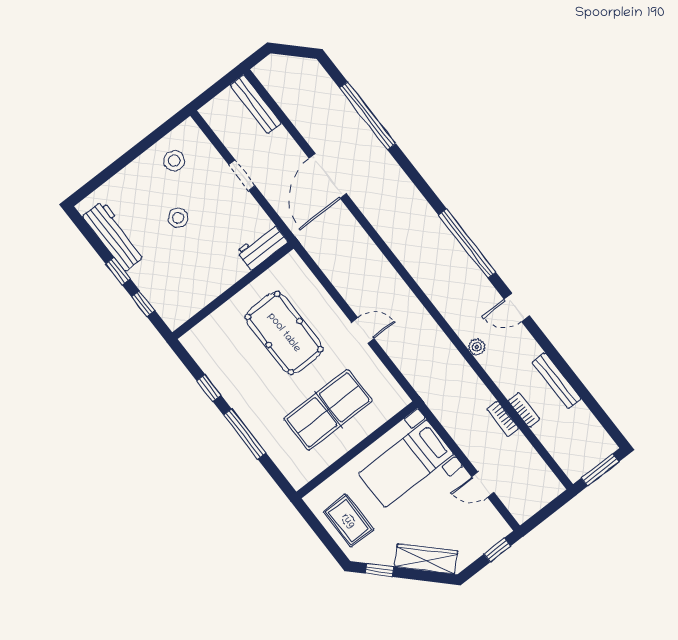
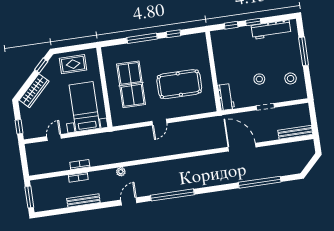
window: (119, 164) -> (304, 51), added
stool: (178, 218) -> (259, 79), moved

